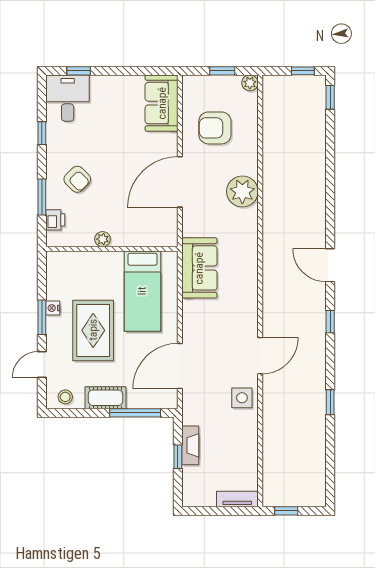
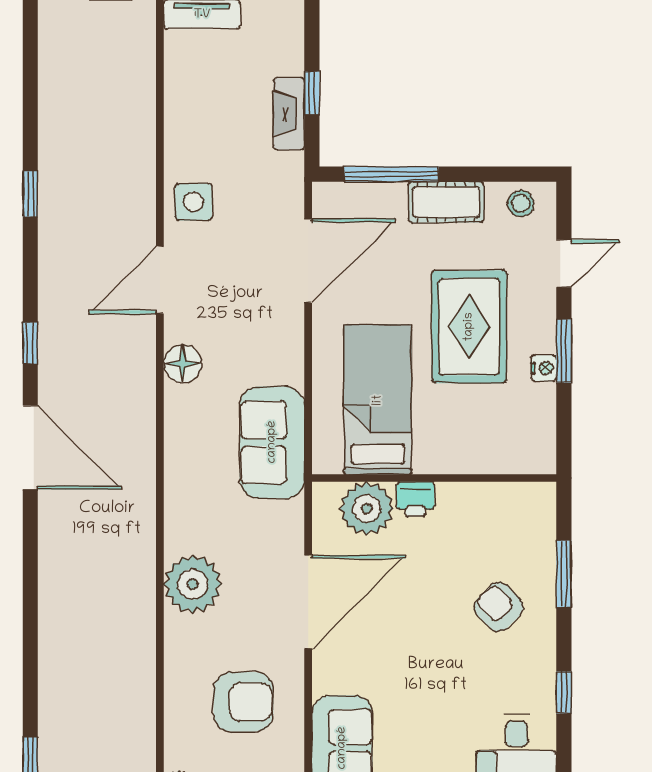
printer: (55, 220) -> (415, 499), moved, turned -90
plant: (103, 239) -> (367, 508), moved, width x1.88, depth x1.88
door: (330, 265) -> (30, 447), width x1.36
floor lamp: (248, 310) -> (183, 364), added

